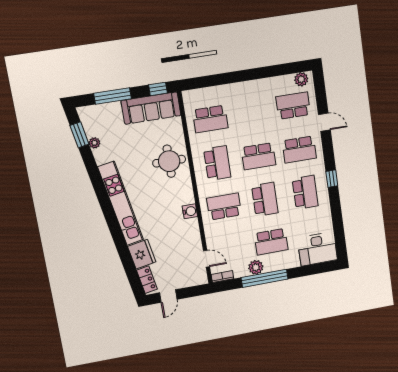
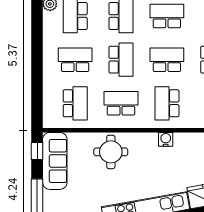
school desk: (252, 112) -> (75, 60), added

